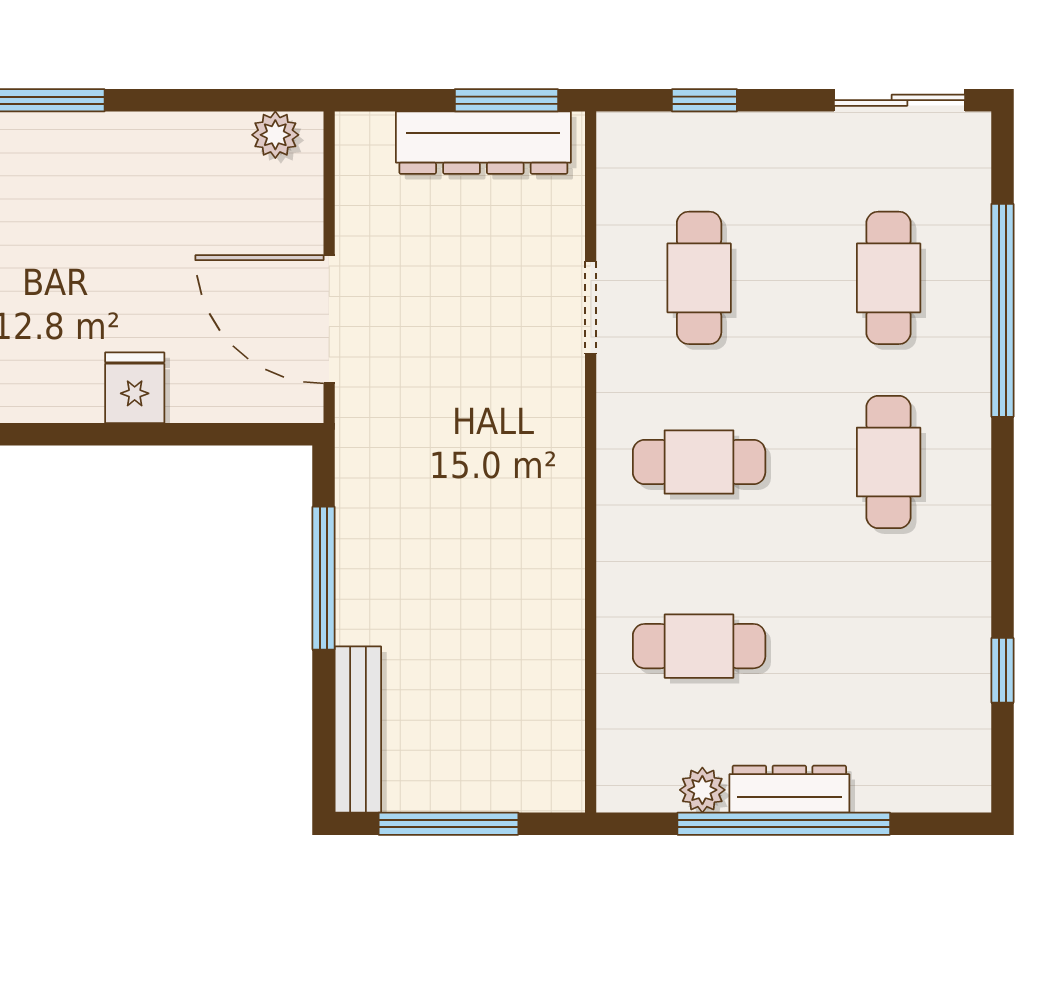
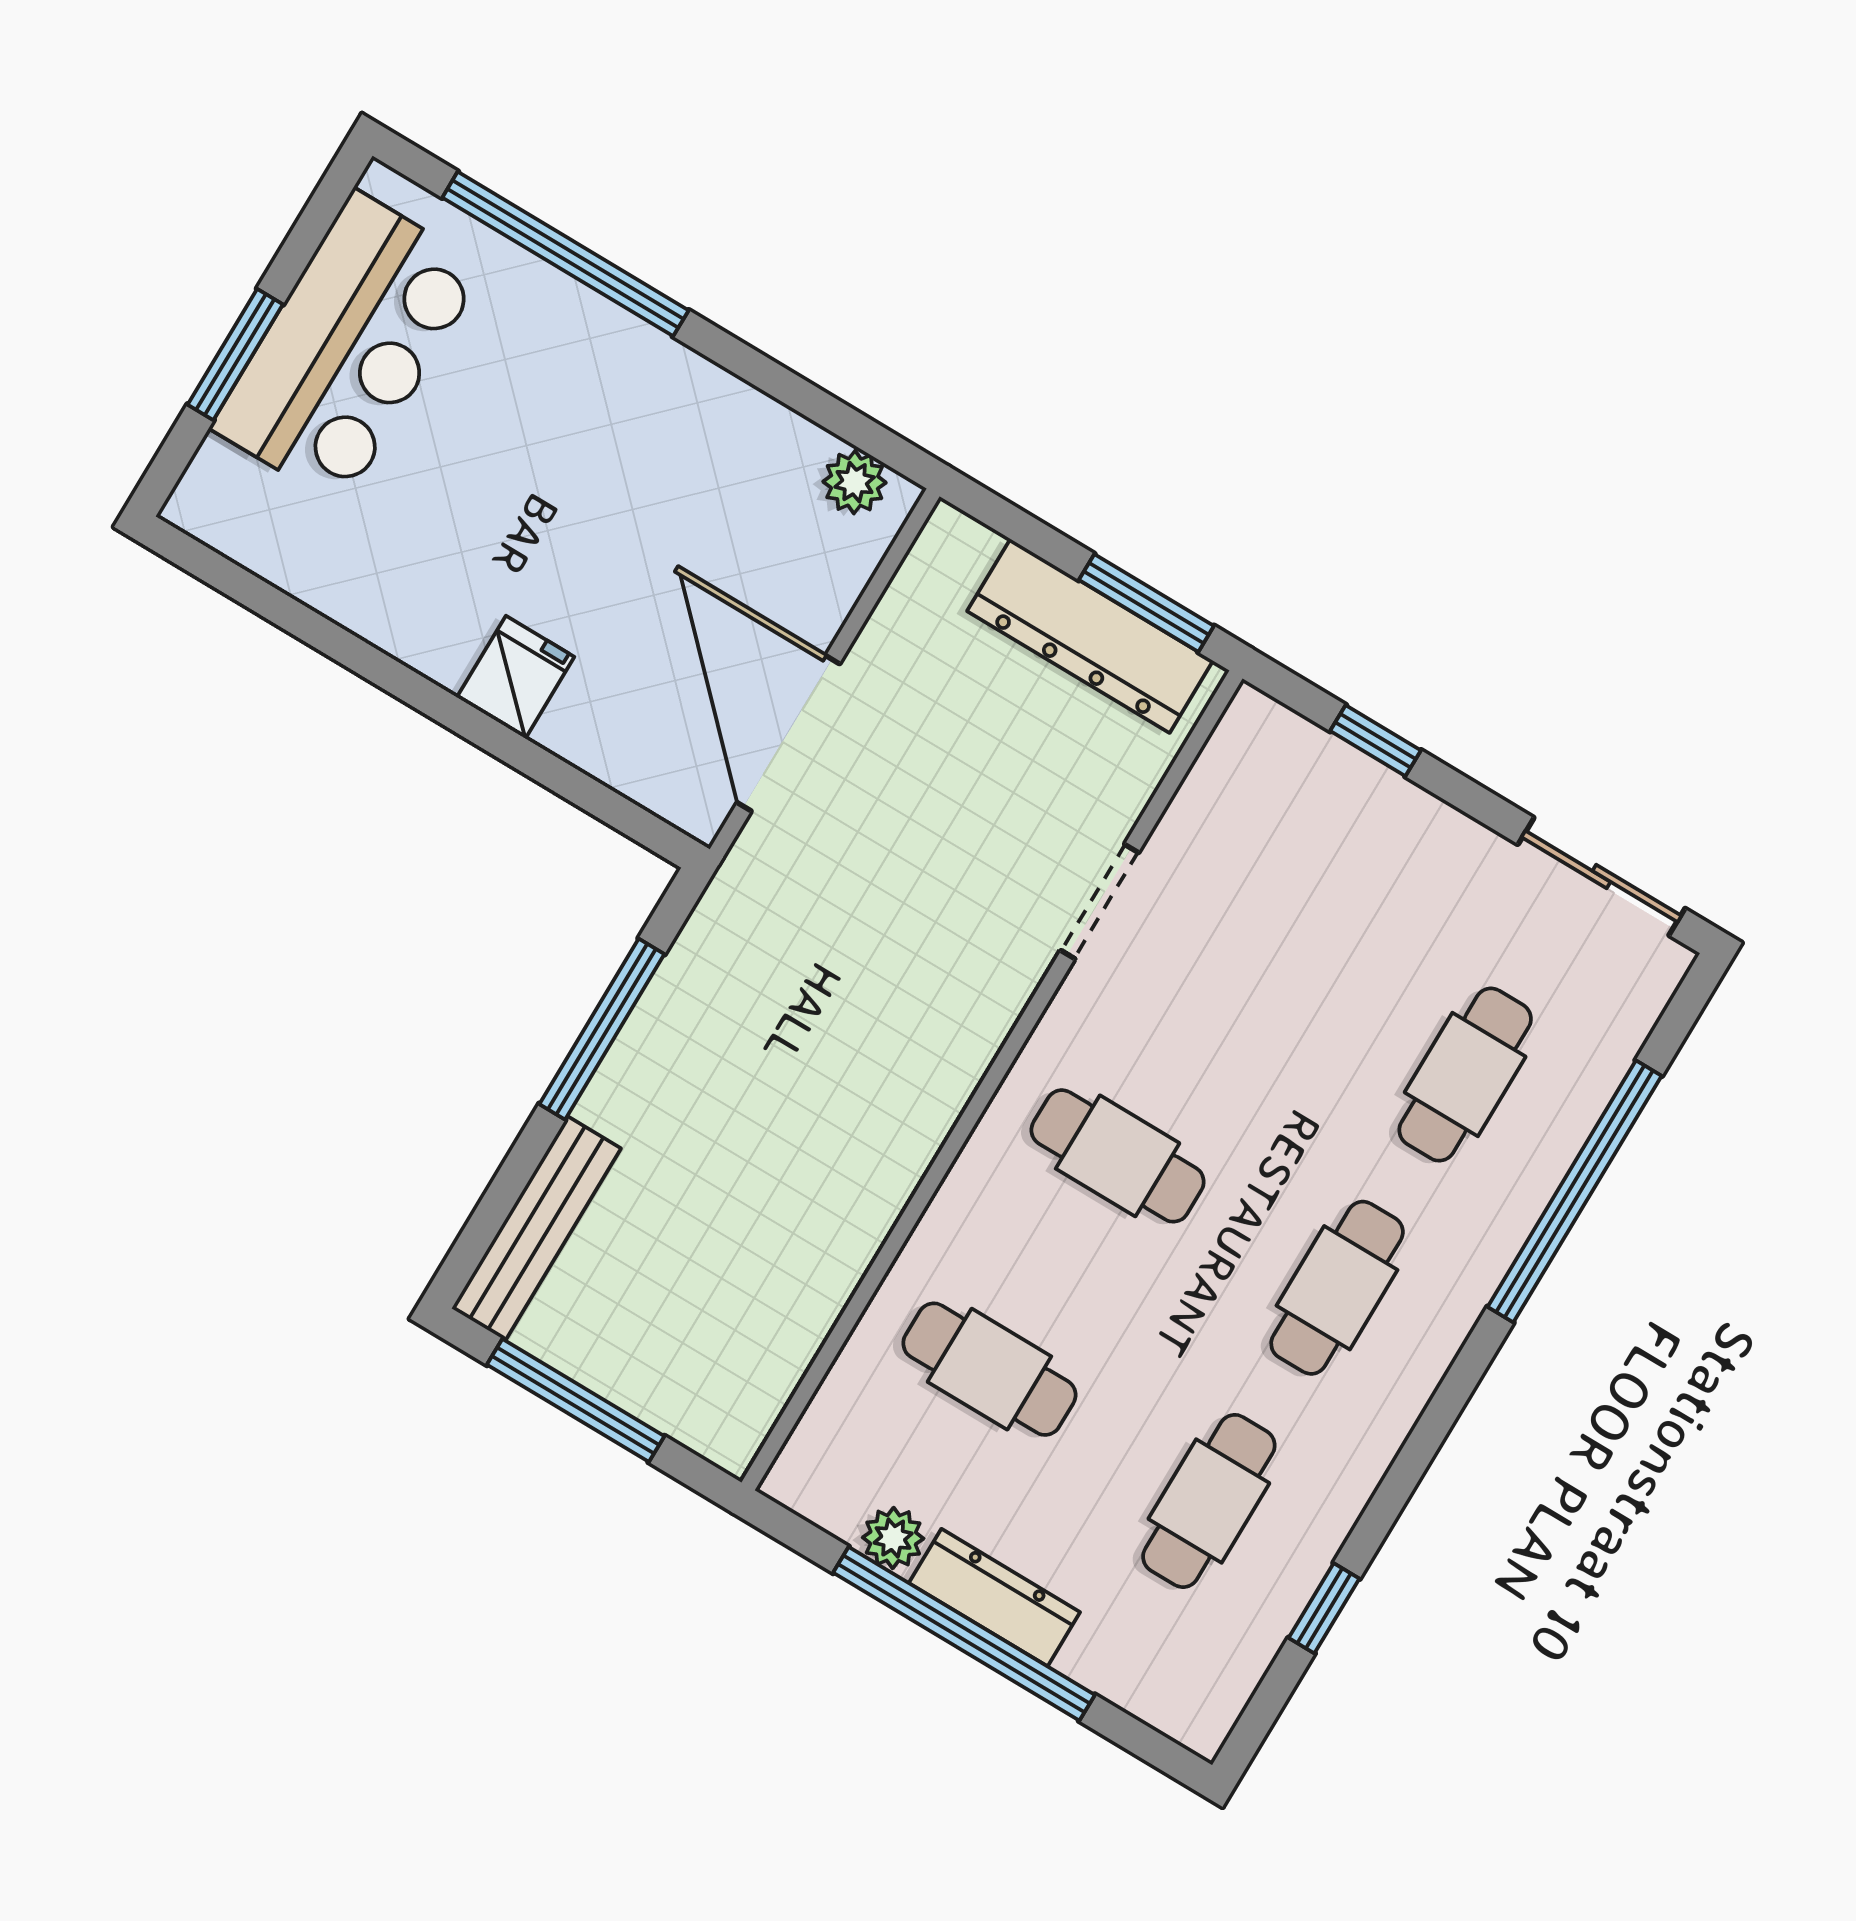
cafe table: (699, 278) -> (1209, 1501), moved

